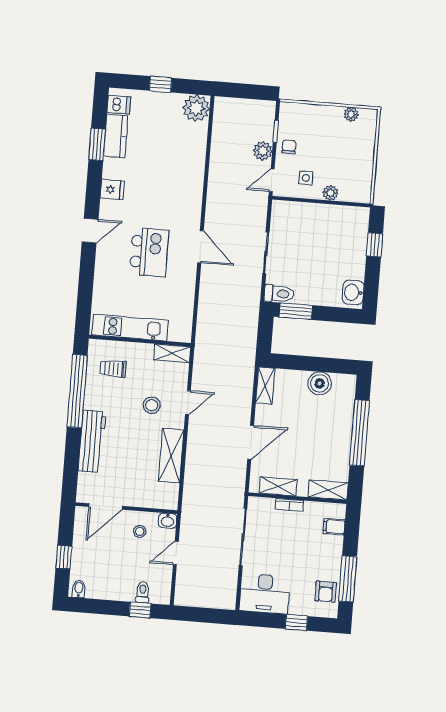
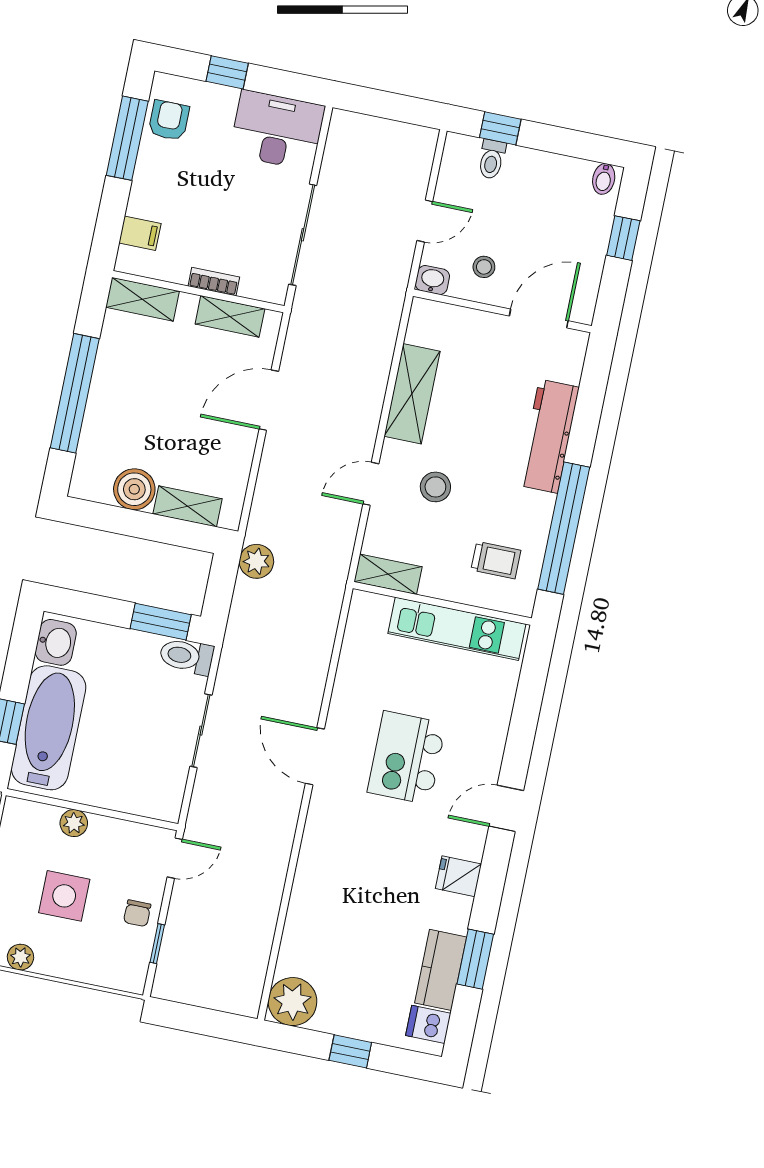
plant: (263, 151) -> (256, 561), moved
side table: (306, 178) -> (64, 896), moved, width x1.87, depth x1.87
bathtub: (351, 244) -> (49, 728), added
shelving: (265, 386) -> (188, 506), moved, turned 90

